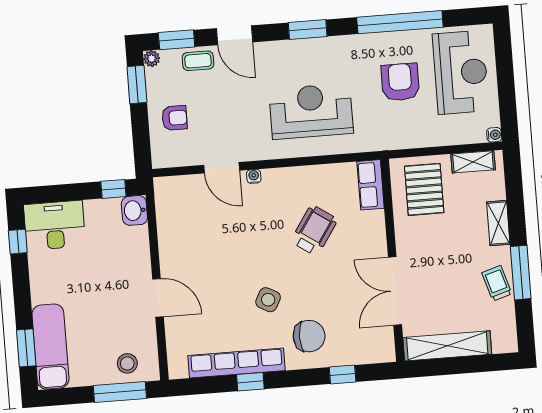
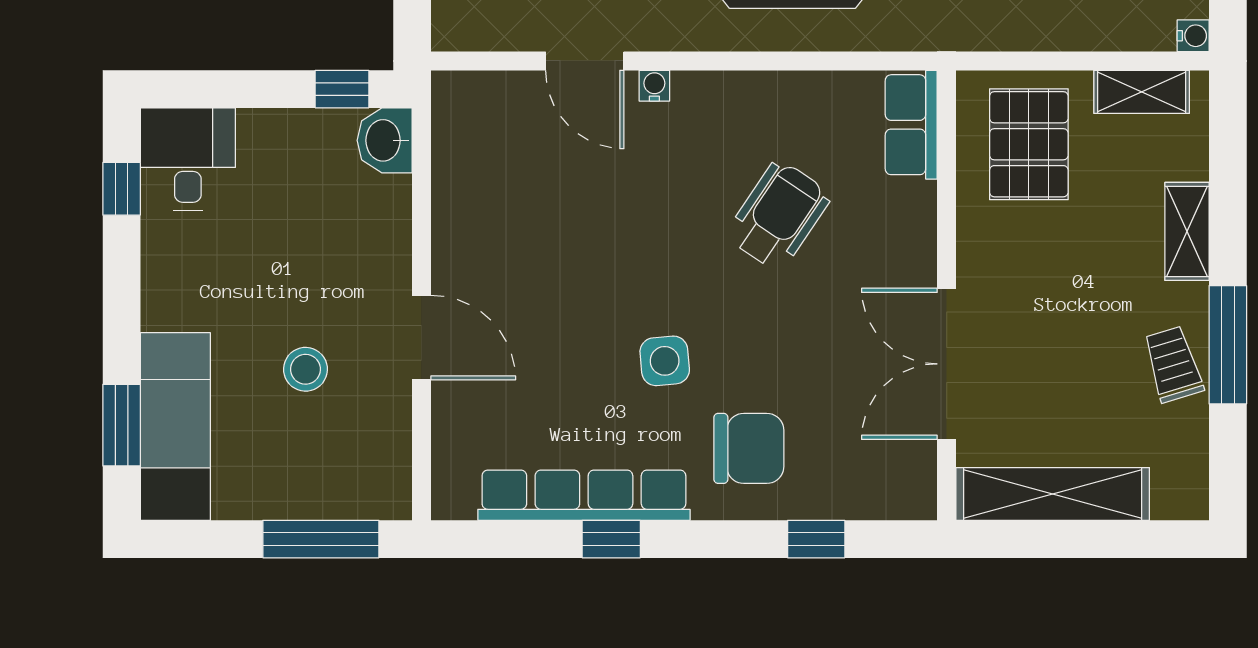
desk: (55, 225) -> (188, 159), width x0.73
side table: (268, 300) -> (665, 361), turned -33
stool: (127, 363) -> (305, 369), moved

